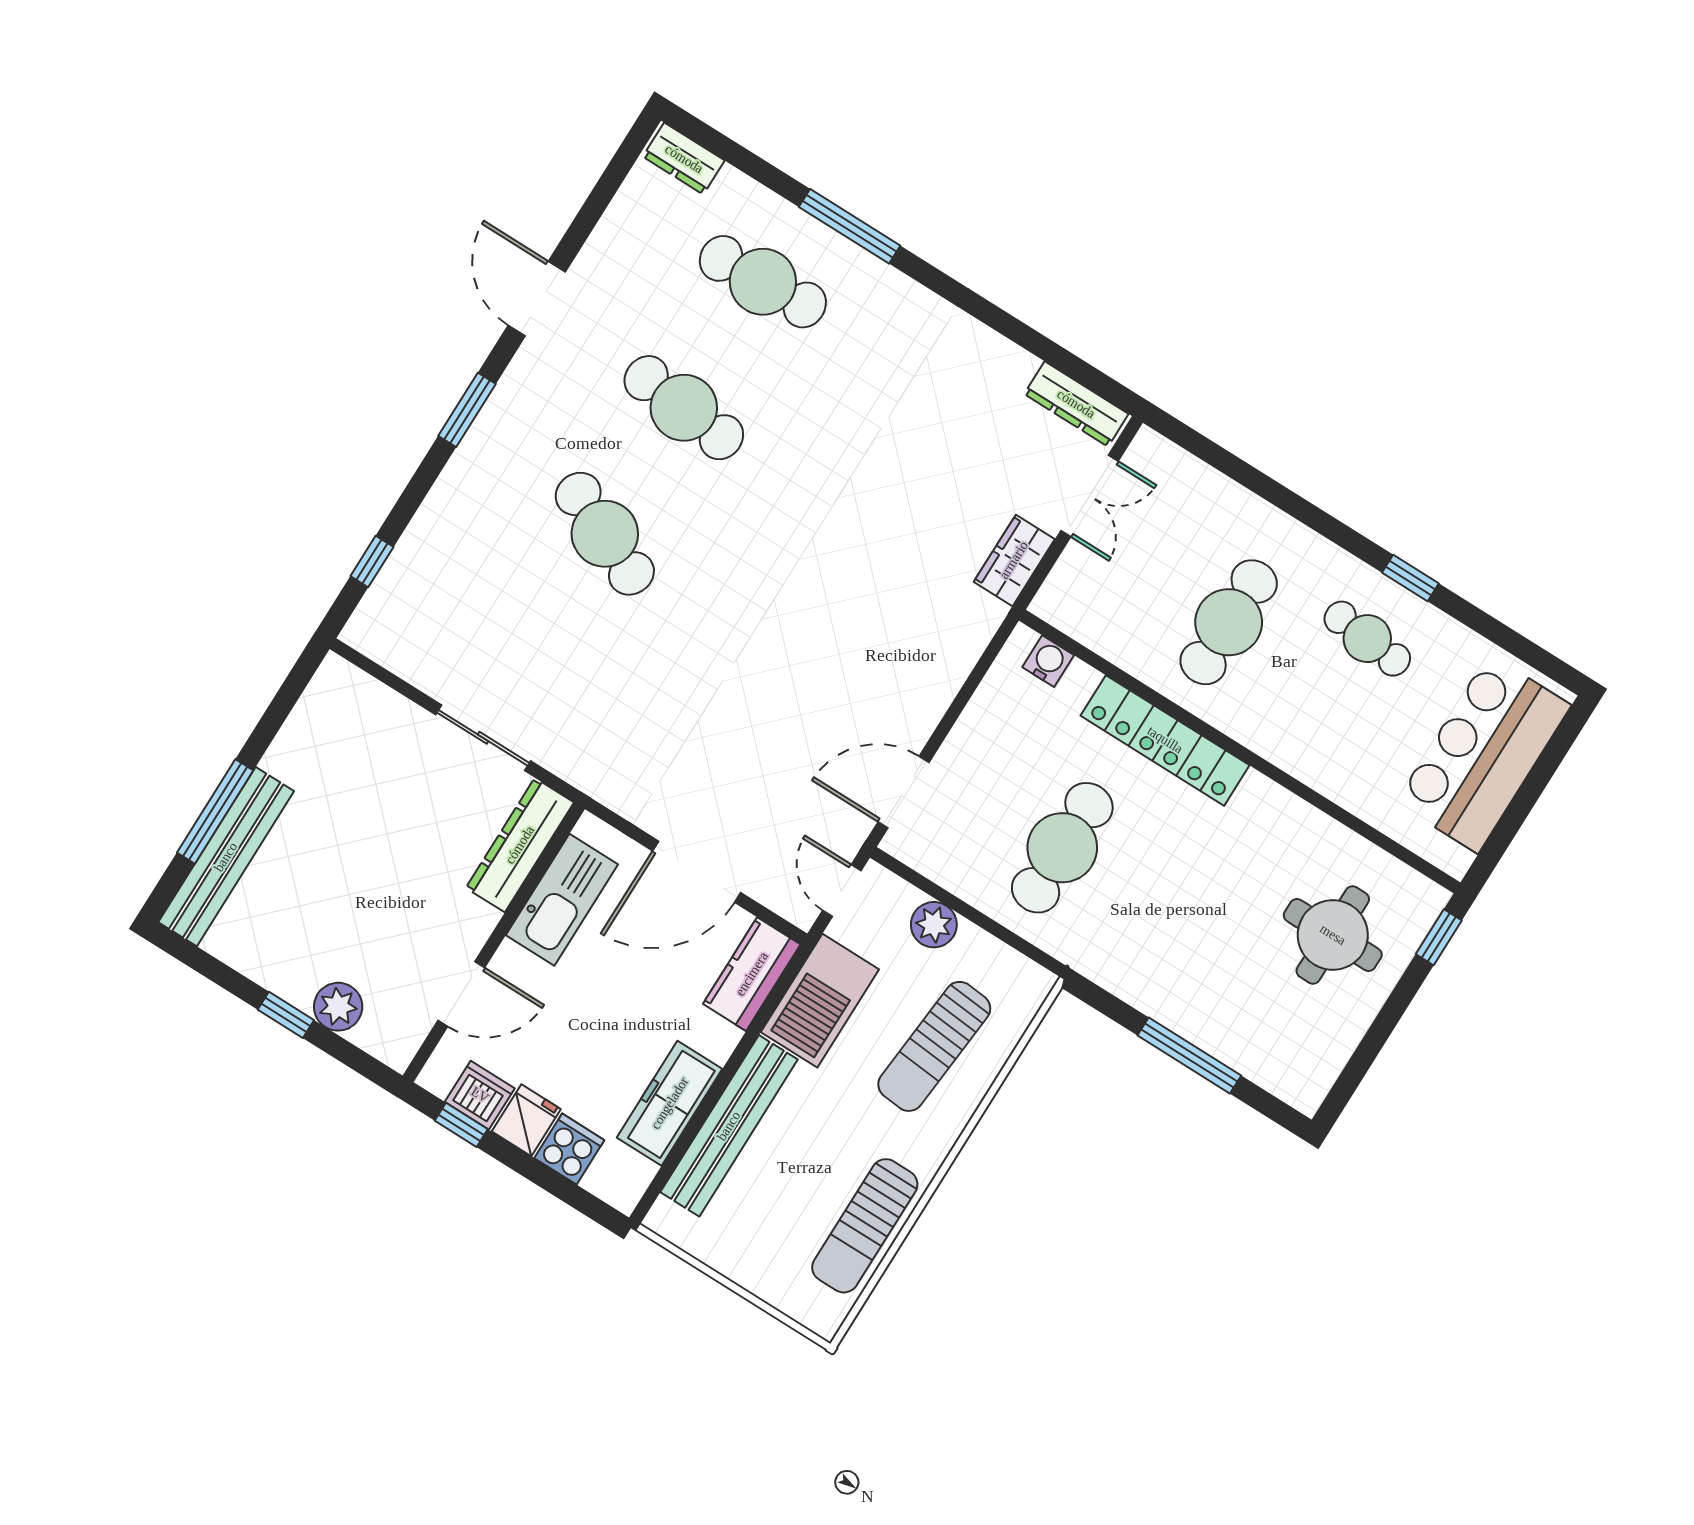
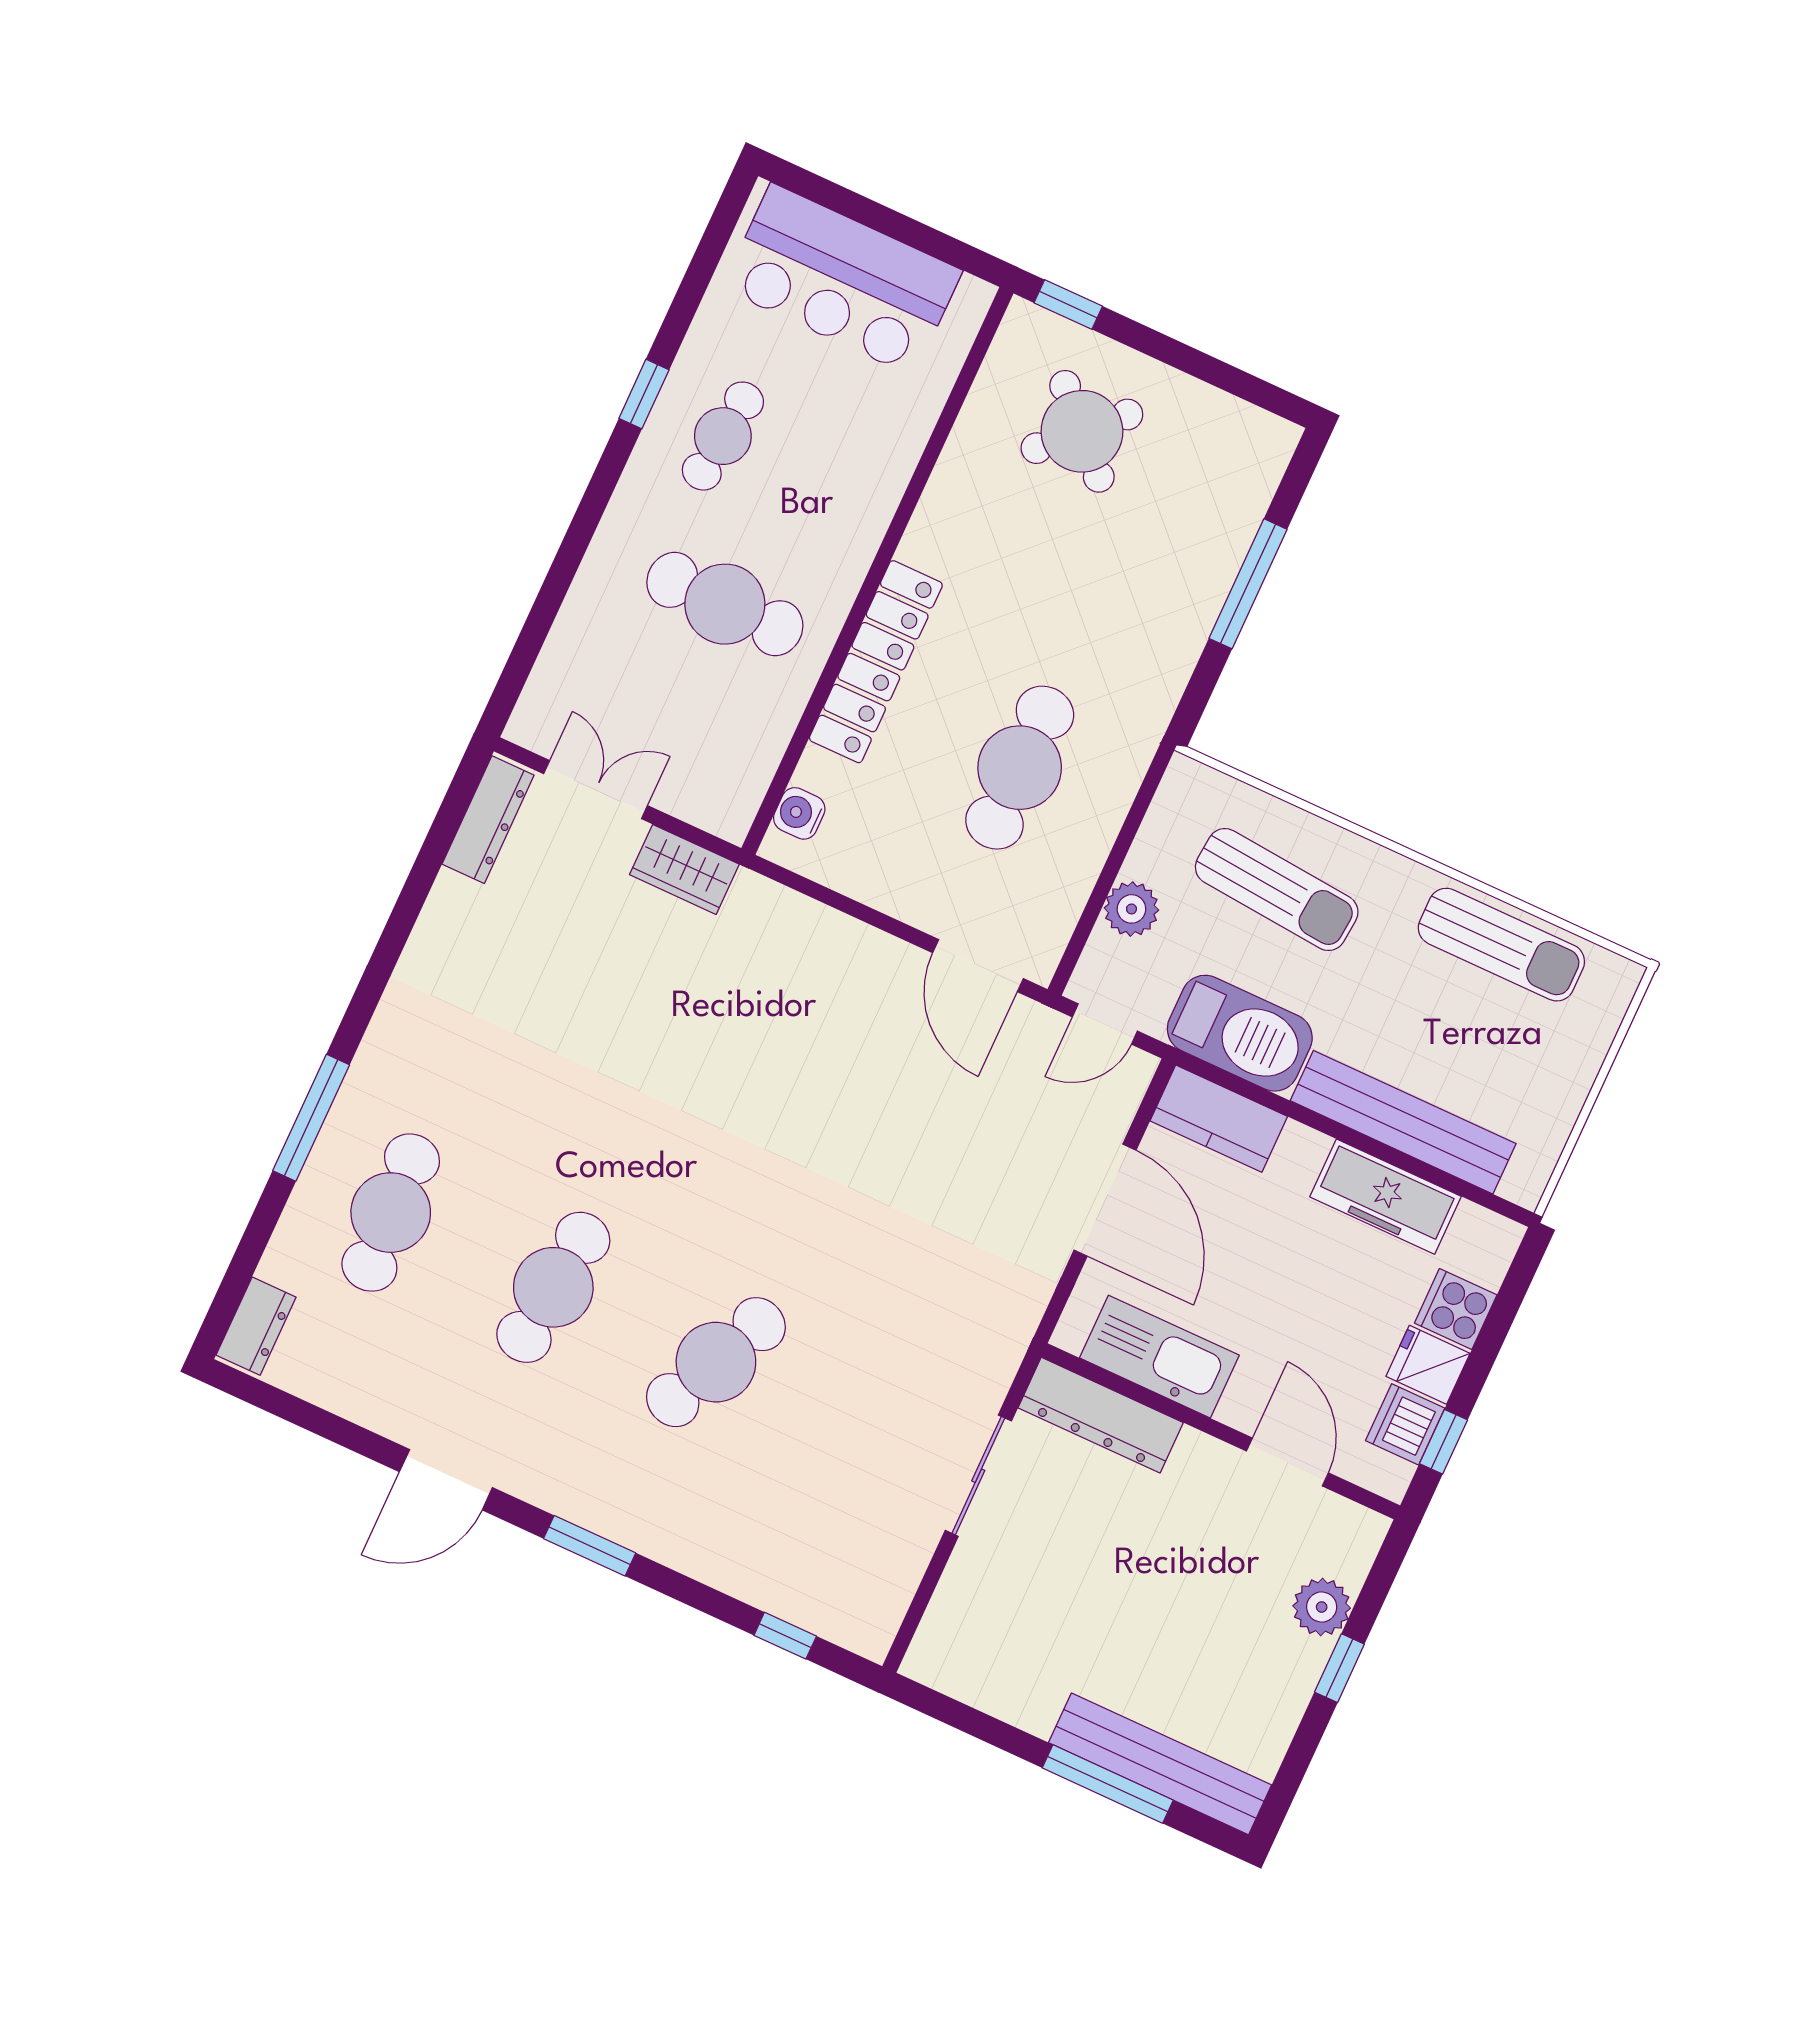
cafe table: (1062, 848) -> (1020, 768), turned 90
round table: (1333, 935) -> (1082, 431), turned 45

